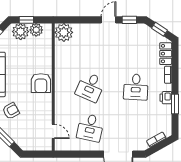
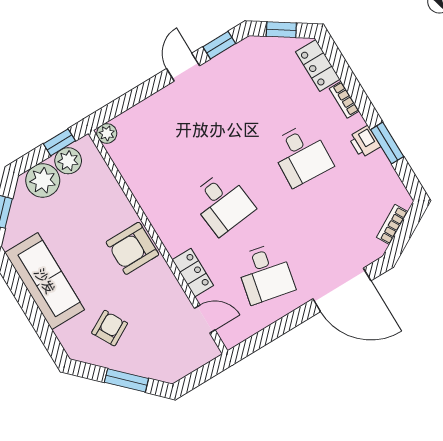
window: (26, 20) -> (59, 142), moved
plant: (64, 32) -> (107, 133), width x0.53, depth x0.53
armchair: (41, 83) -> (132, 248), turned 90
desk: (90, 87) -> (222, 203), turned -30
locker: (60, 109) -> (193, 273), added

